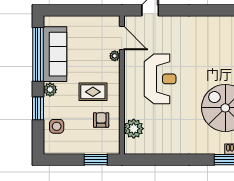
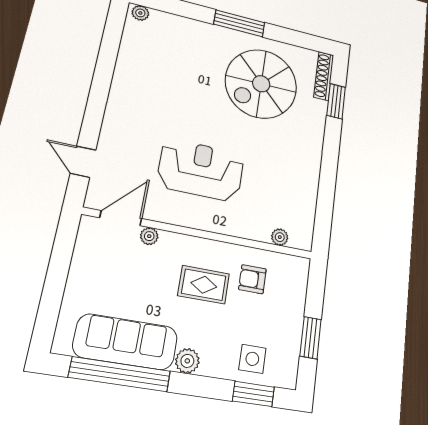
rug: (93, 92) -> (204, 285), turned 90
window: (38, 108) -> (253, 394), moved
plant: (134, 129) -> (280, 237), width x0.53, depth x0.53
window: (96, 160) -> (311, 338), moved

